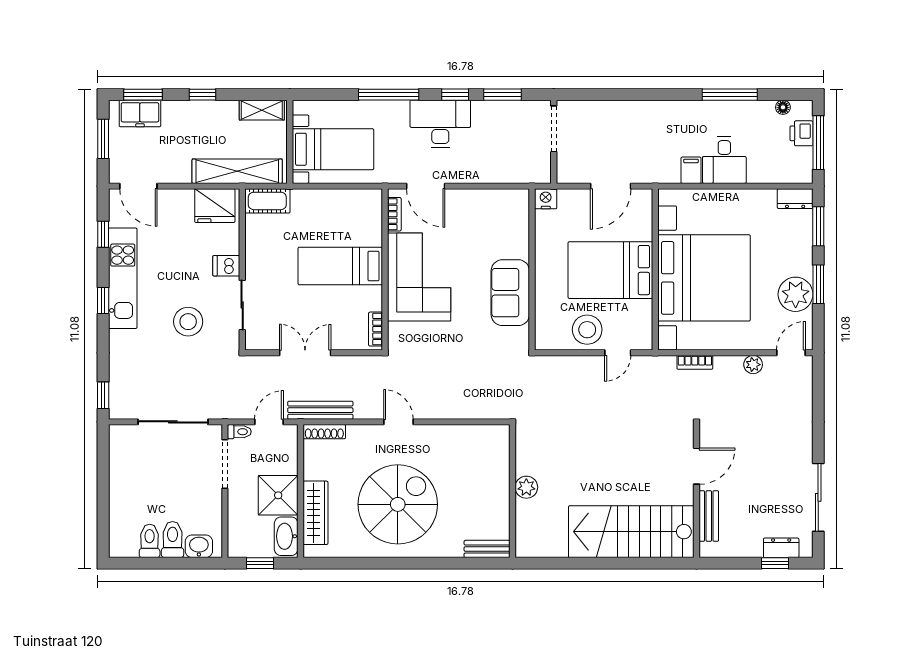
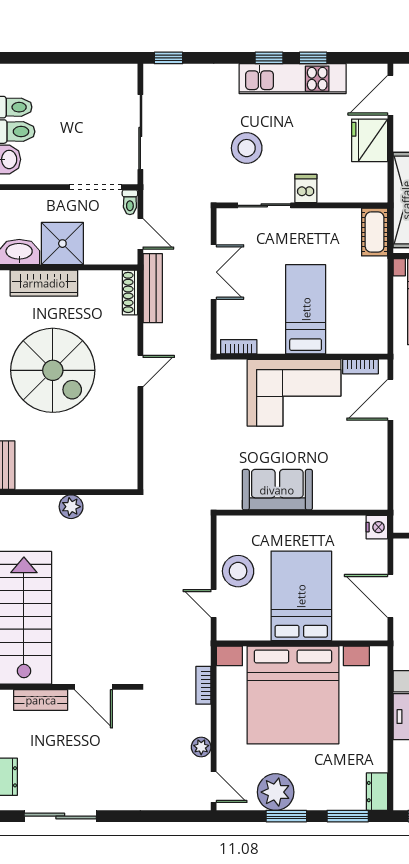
fridge: (215, 206) -> (370, 140), moved
window: (103, 234) -> (313, 58), moved

